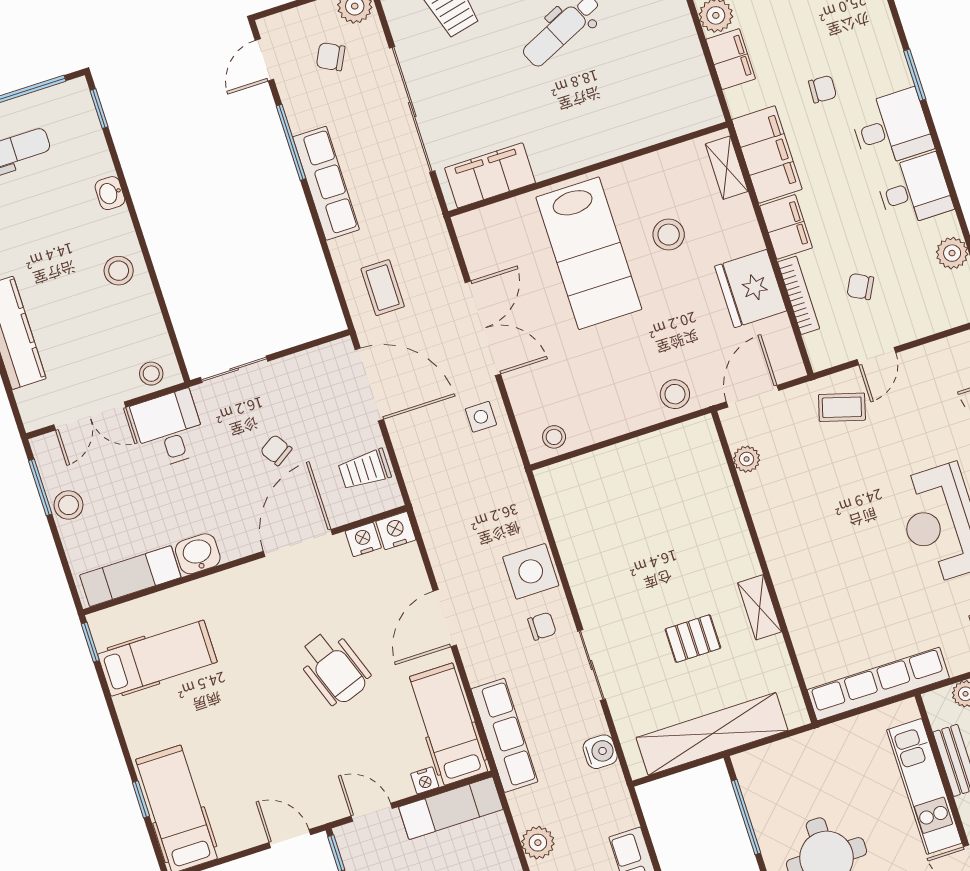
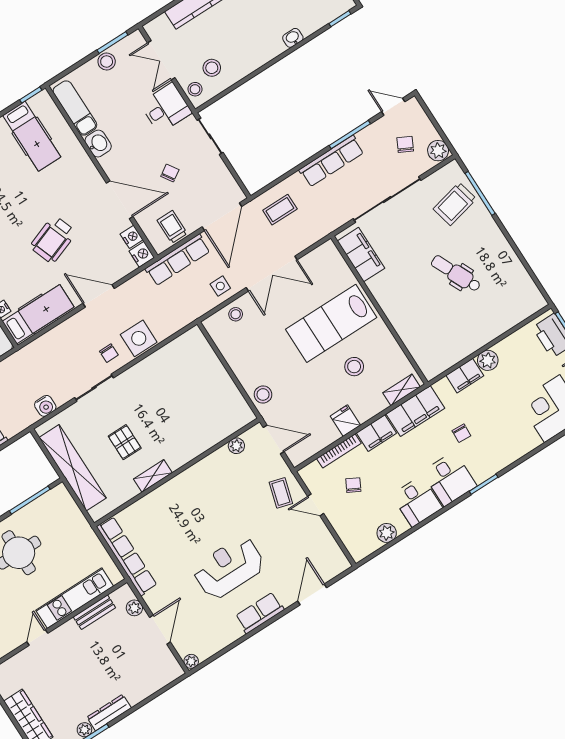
stool: (119, 271) -> (212, 68), moved
fridge: (751, 289) -> (345, 421), width x0.53, depth x0.75
stool: (554, 437) -> (236, 314), moved
row of seats: (504, 735) -> (178, 260), moved

